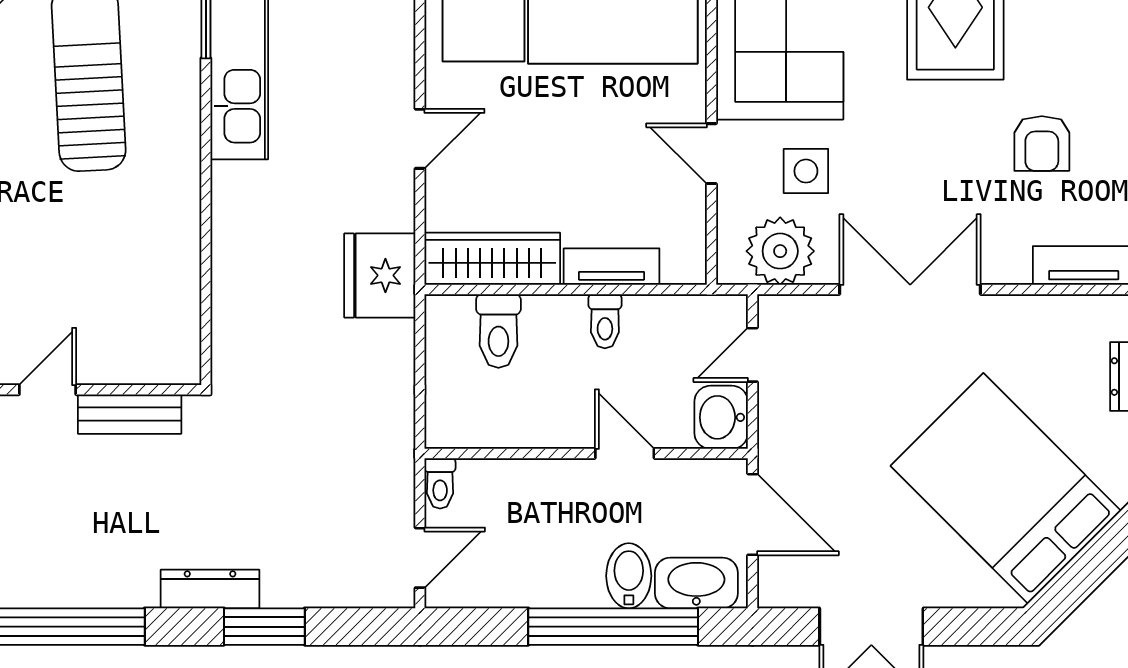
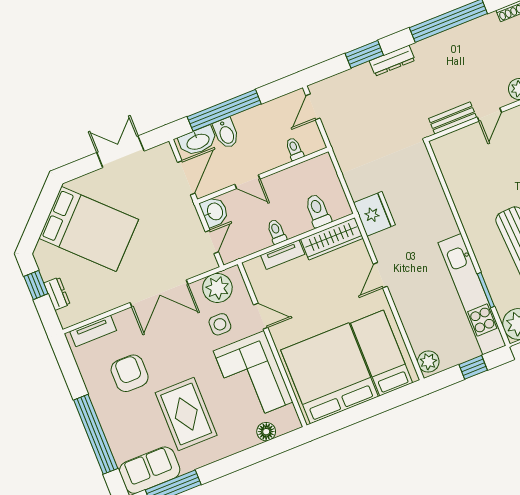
armchair: (1042, 144) -> (130, 373), width x1.38, depth x1.38
toilet: (440, 483) -> (294, 149), moved
door: (752, 514) -> (186, 178), swing flipped

